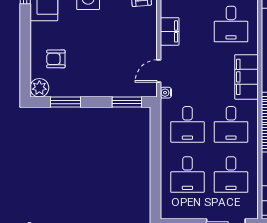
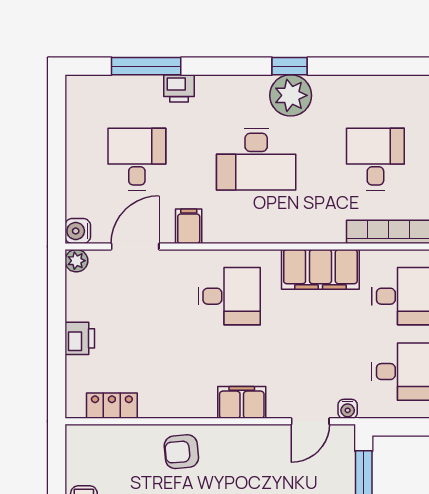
door: (159, 71) -> (310, 421), hinge flipped

